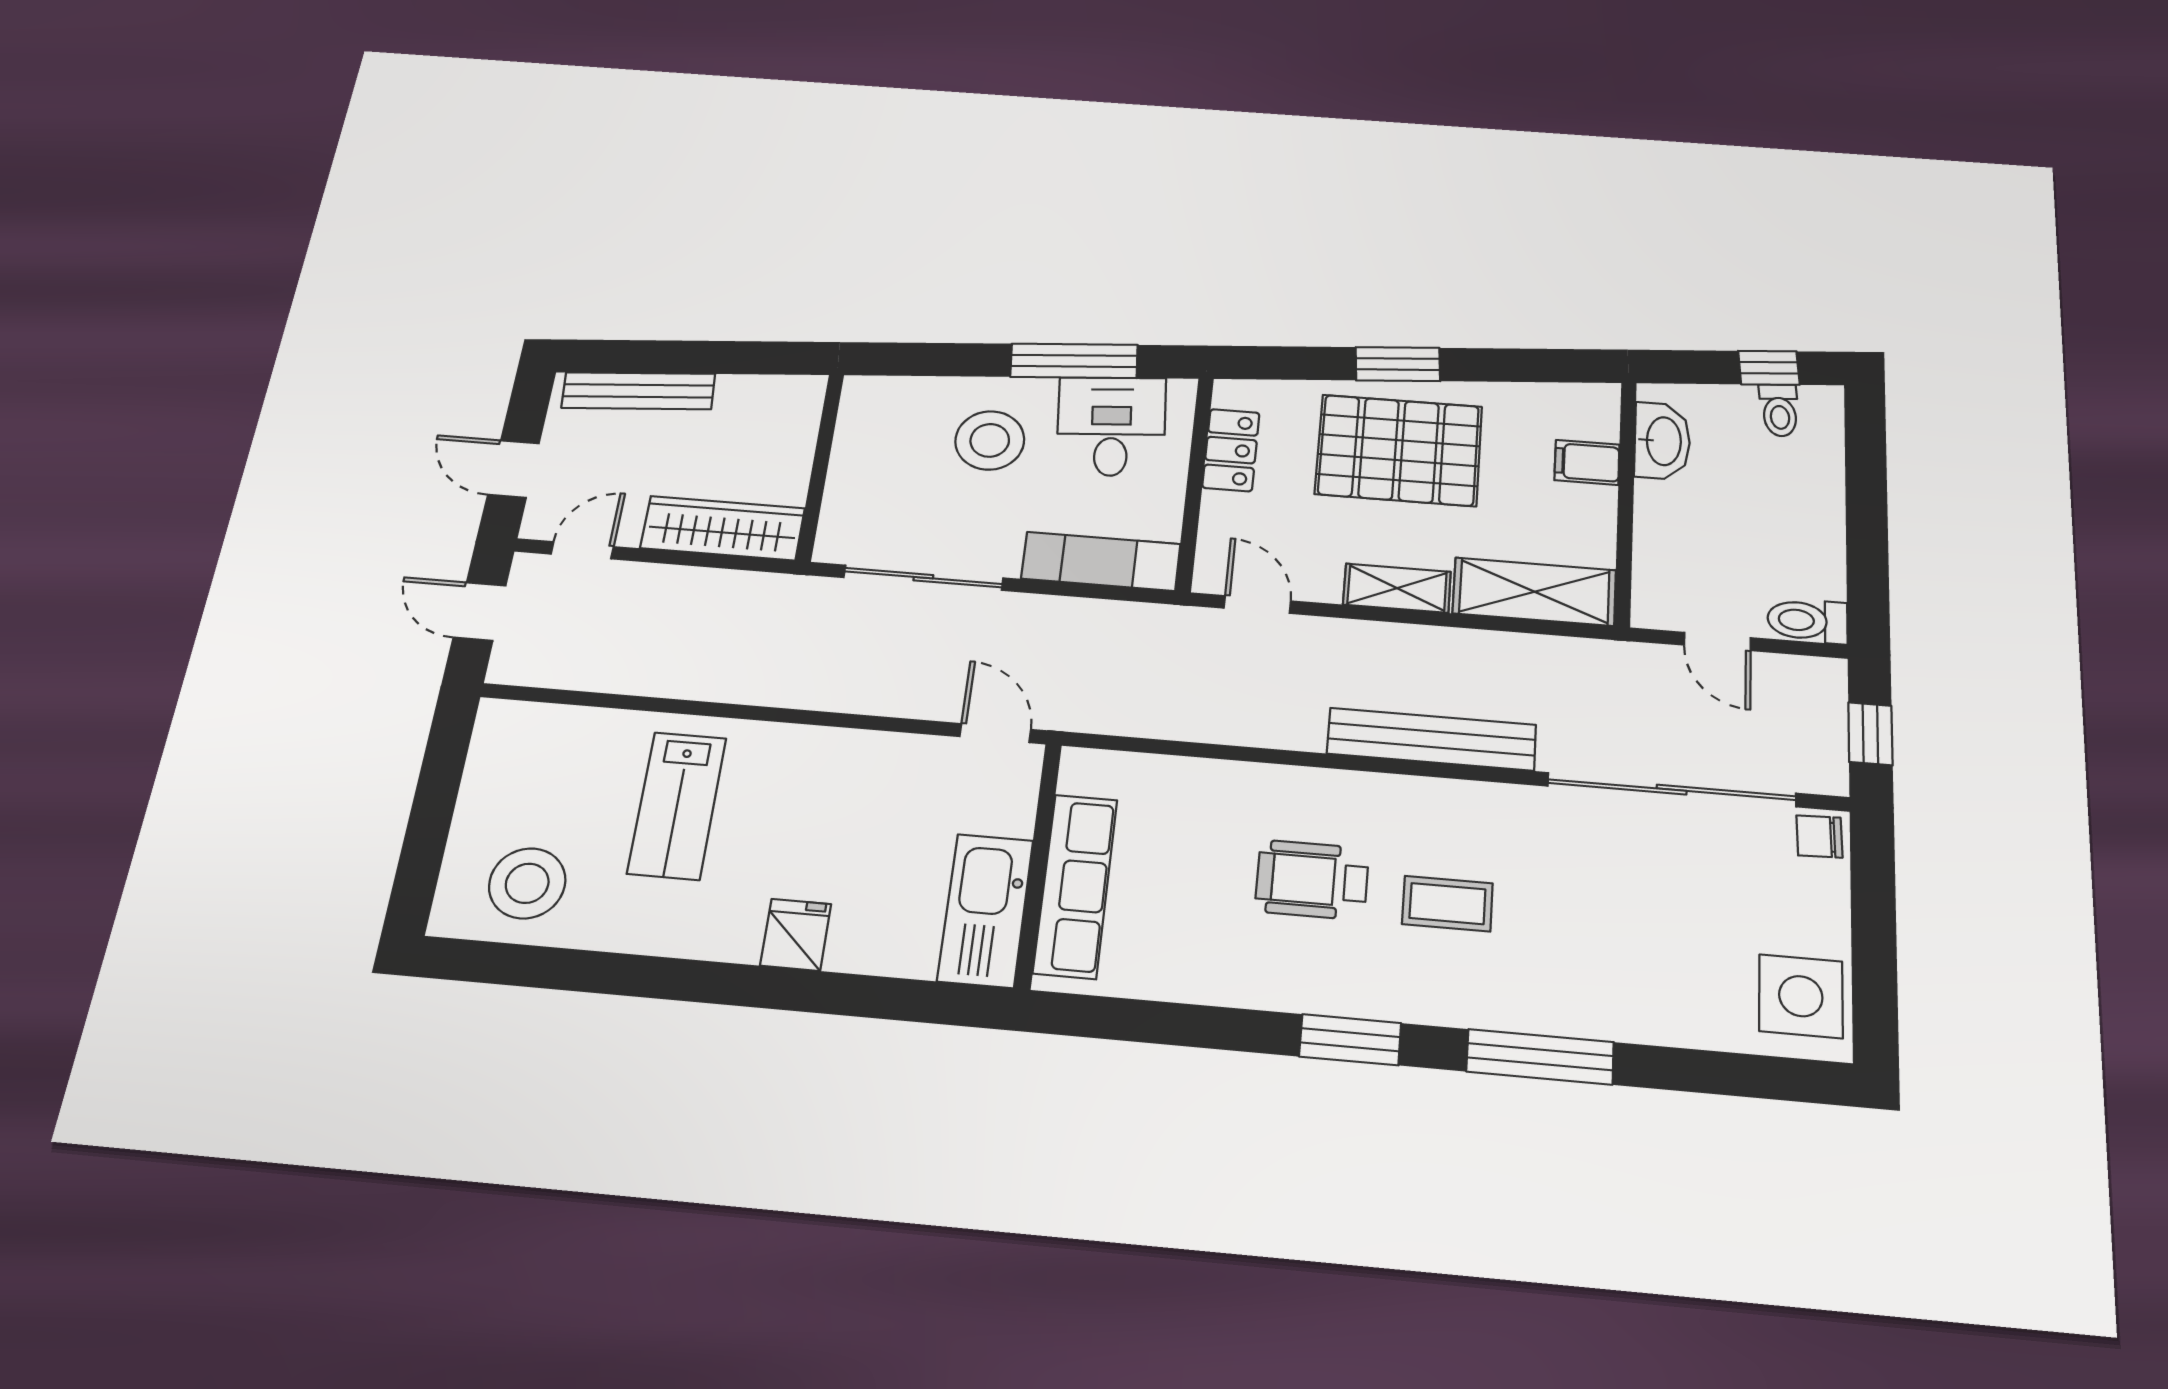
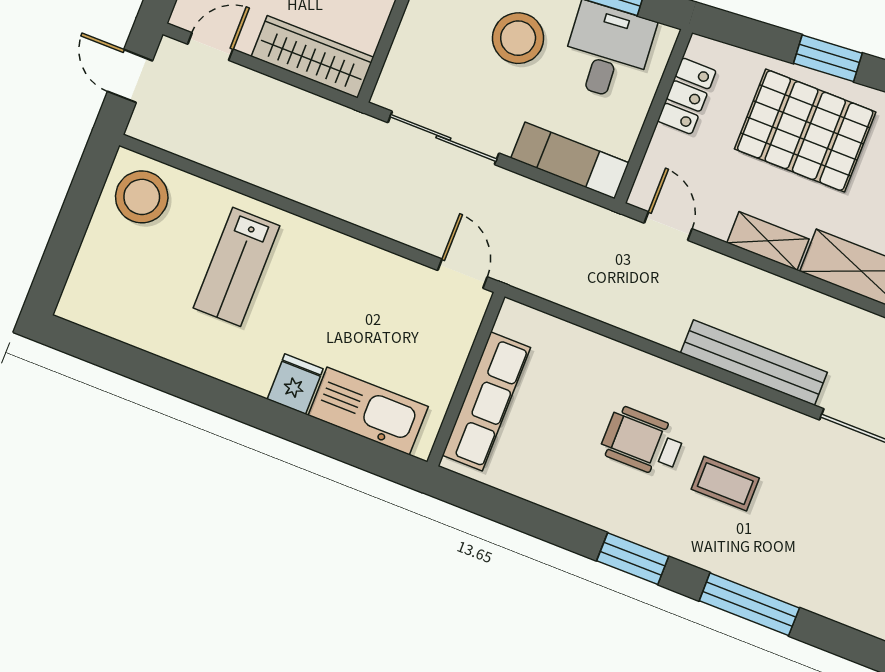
stool: (527, 883) -> (142, 197), moved
kitchen sink: (985, 910) -> (368, 411), moved, turned 90

